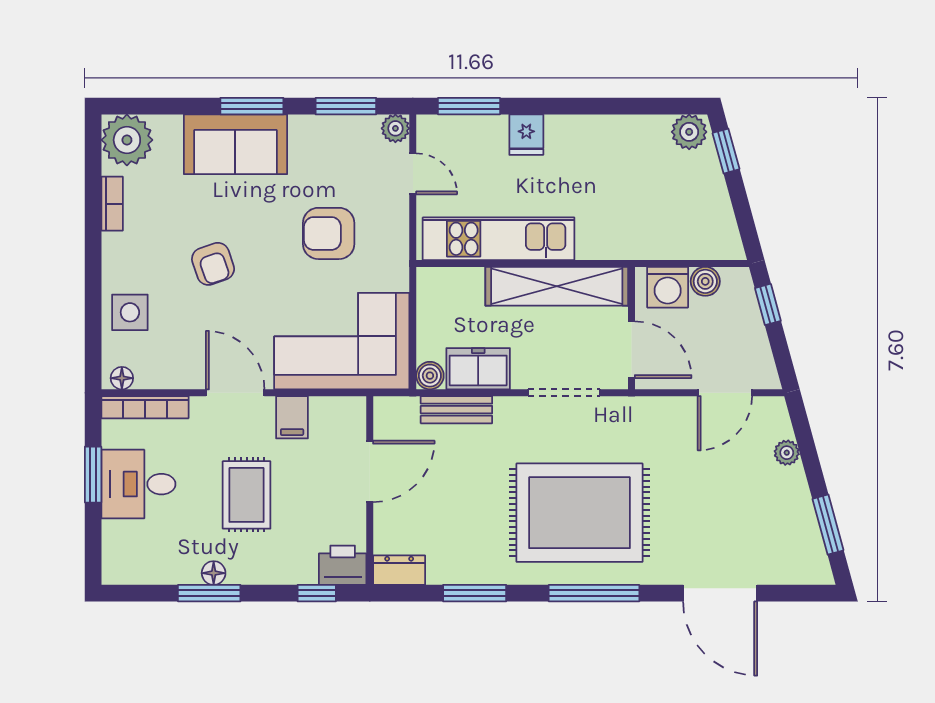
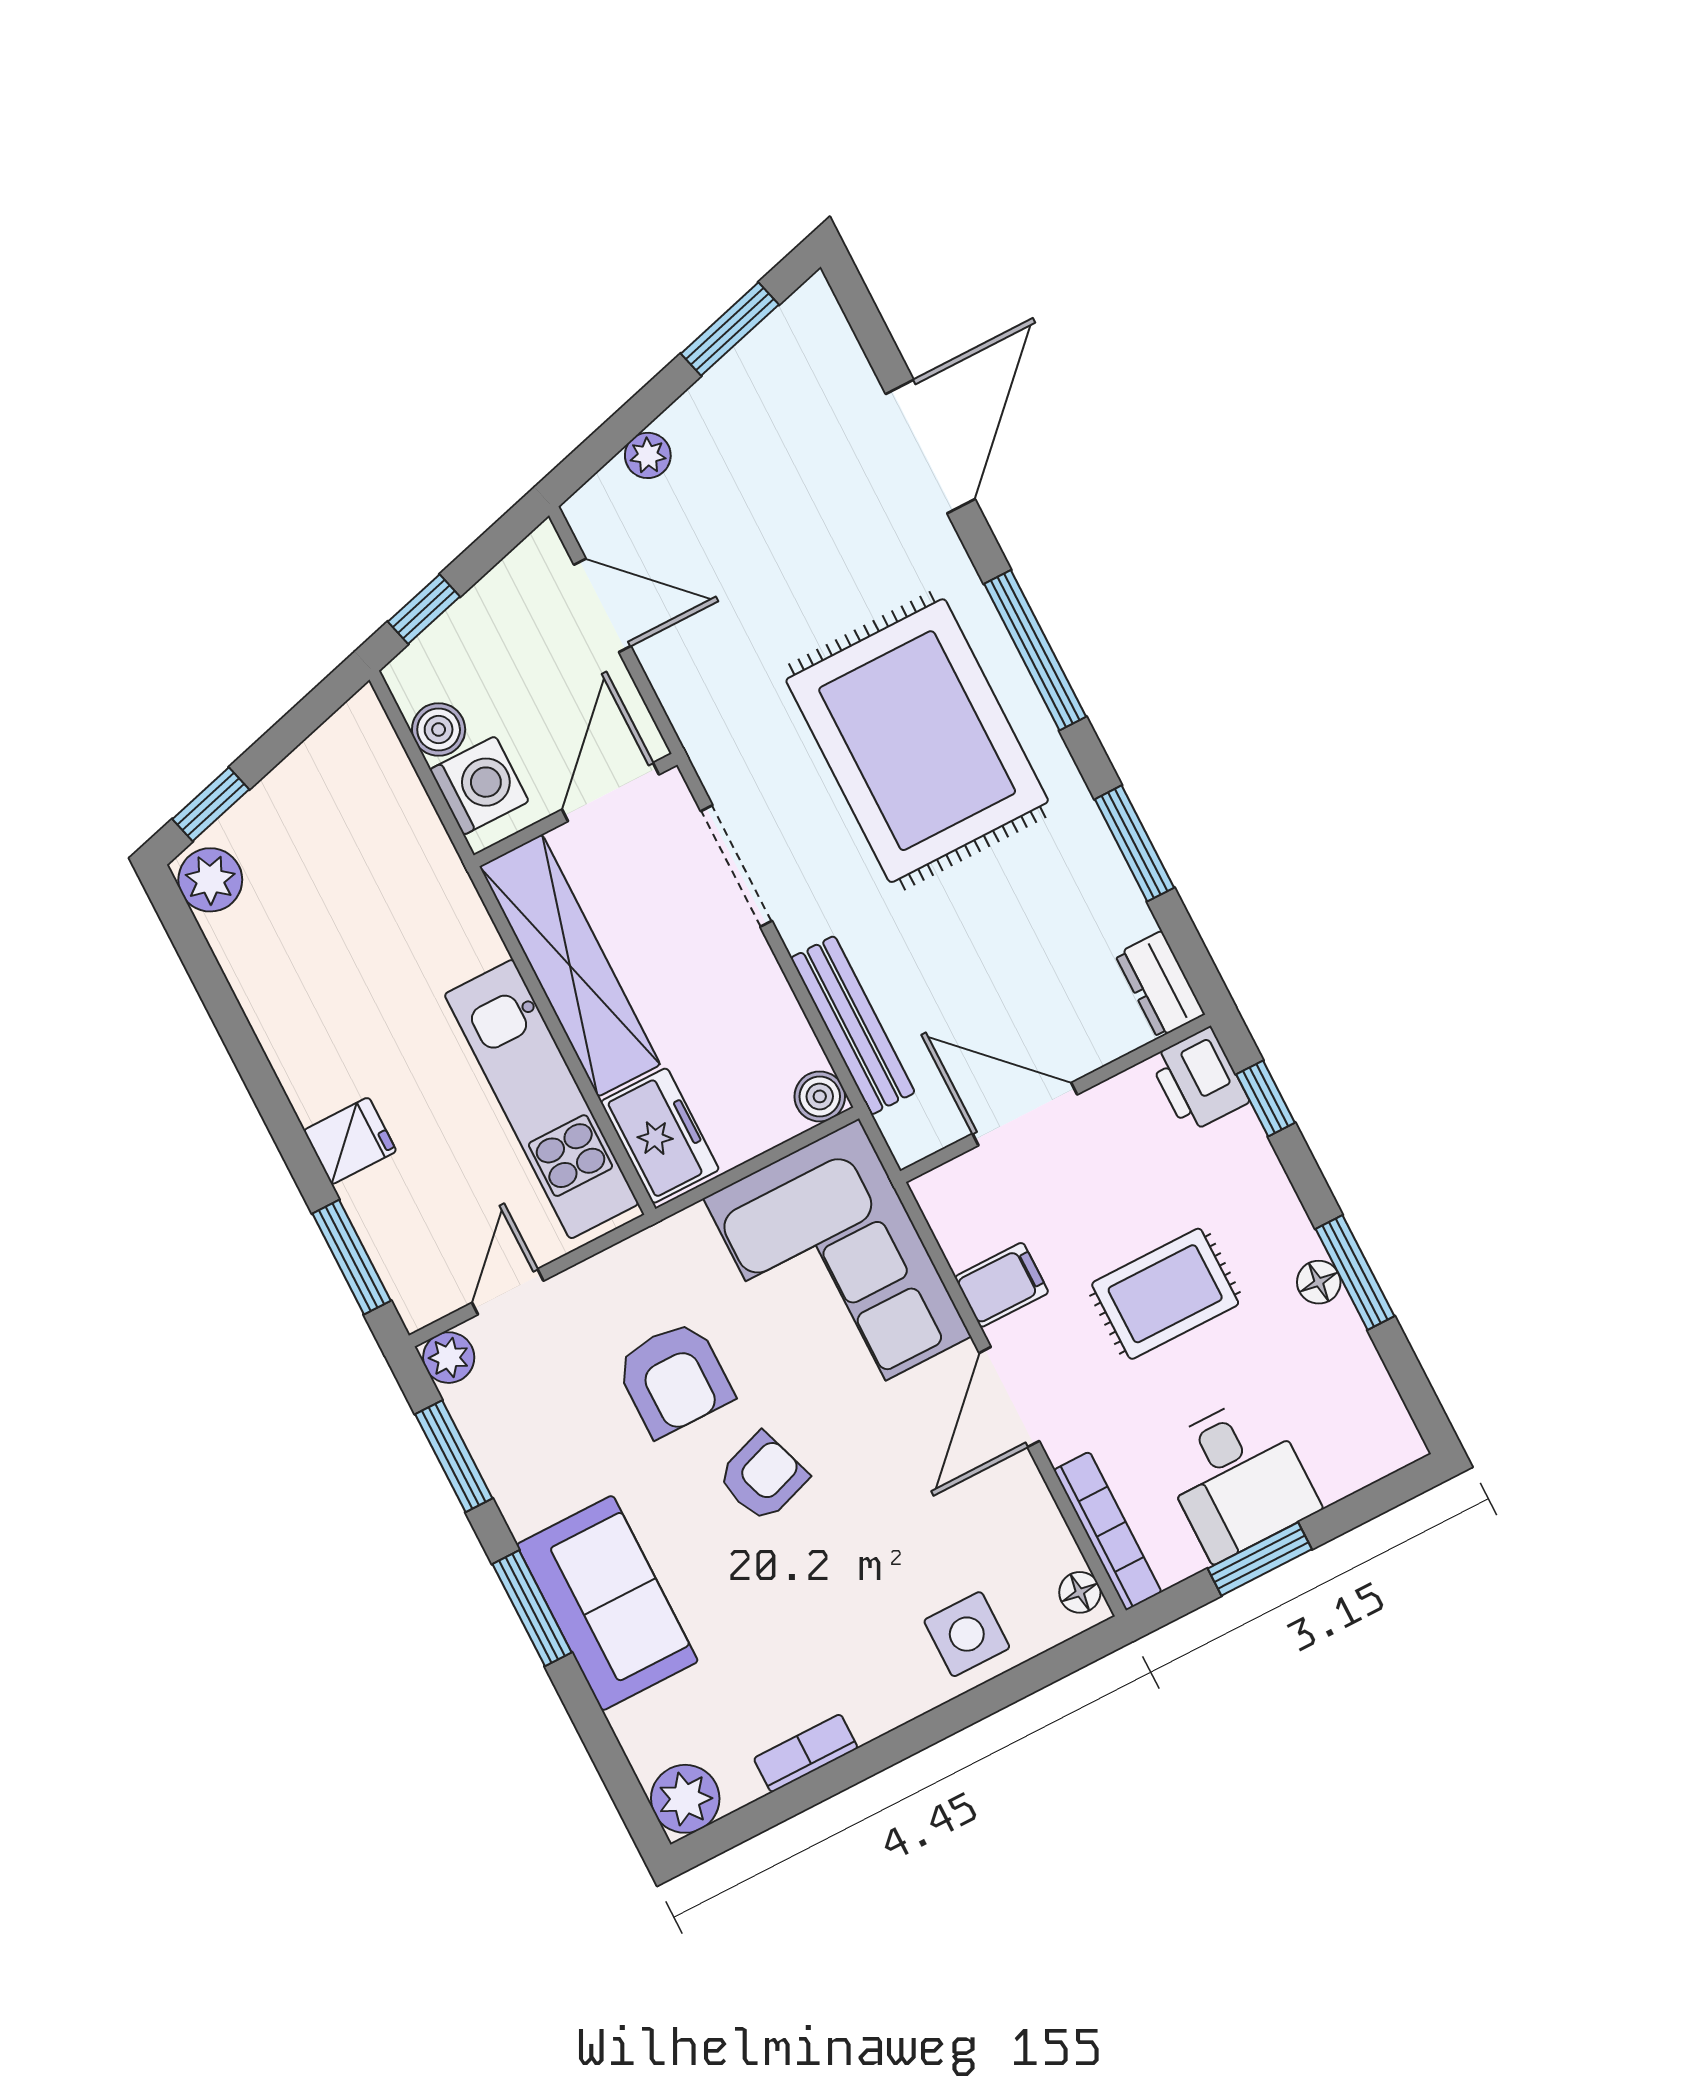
plant: (127, 140) -> (685, 1799), width x0.73, depth x0.73
armchair: (213, 264) -> (763, 1477), moved
freezer: (478, 369) -> (660, 1136), moved, turned 180
bench: (456, 410) -> (853, 1025), width x1.36

